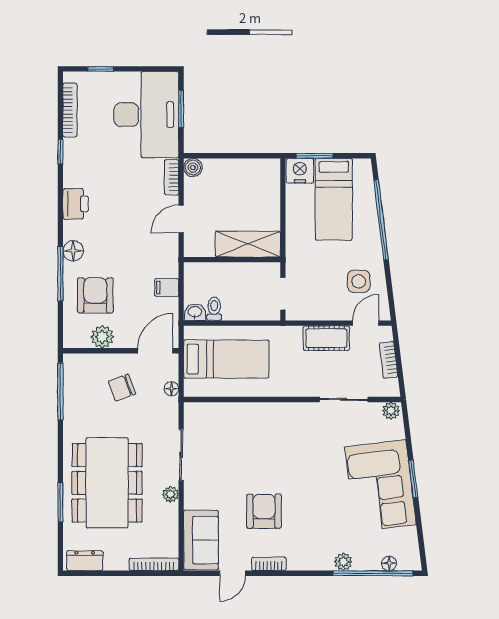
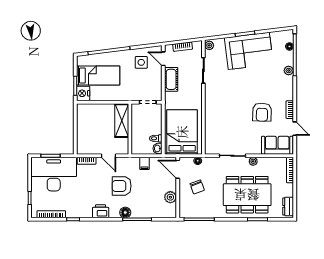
boiler: (193, 168) -> (81, 150), removed
armchair: (95, 295) -> (122, 186), moved
bed: (226, 359) -> (182, 132), width x1.50
armchair: (264, 511) -> (262, 112), turned -88

